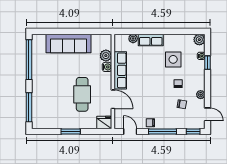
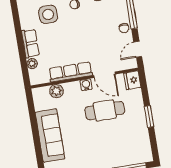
water cooler: (107, 67) -> (86, 85), moved
door: (113, 99) -> (104, 75), swing flipped

